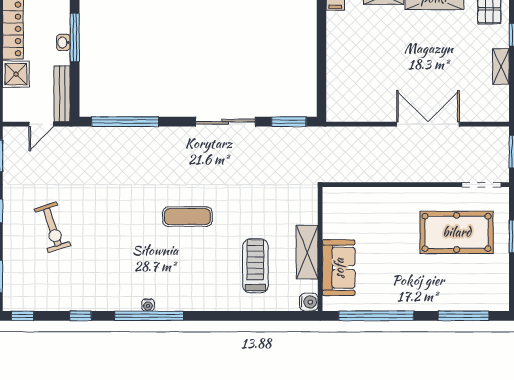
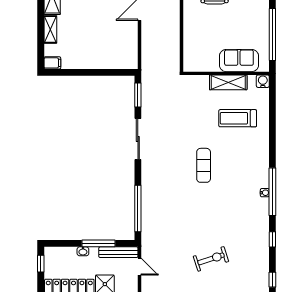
window: (75, 37) -> (99, 243), moved

